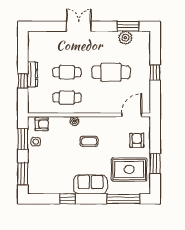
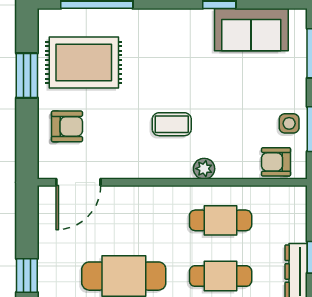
armchair: (137, 140) -> (67, 126), turned -90
sofa: (90, 184) -> (251, 30), moved

